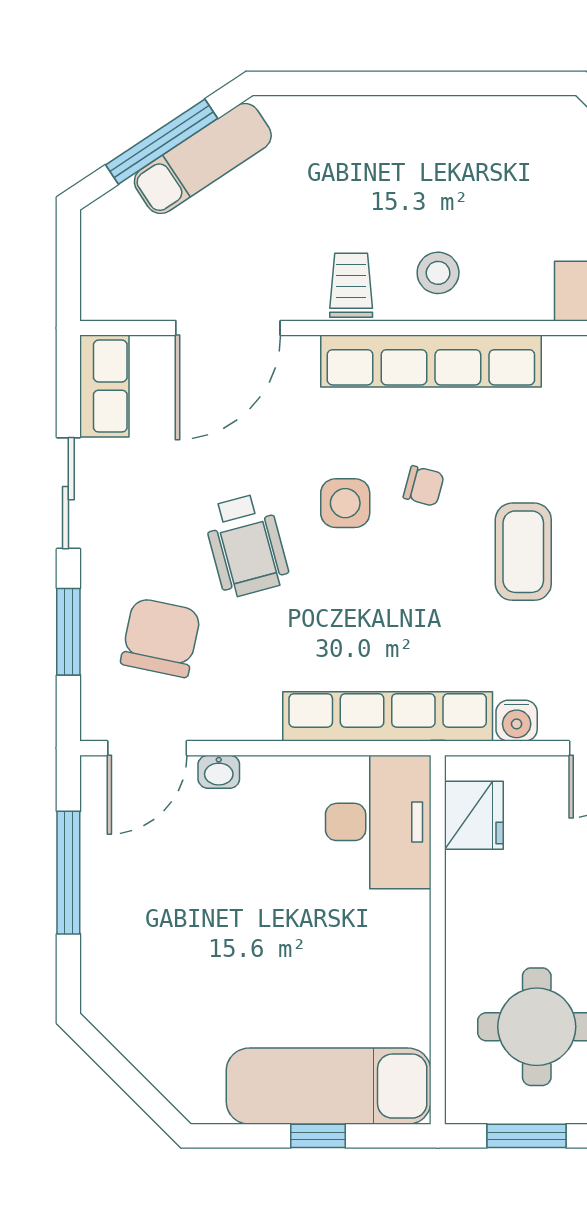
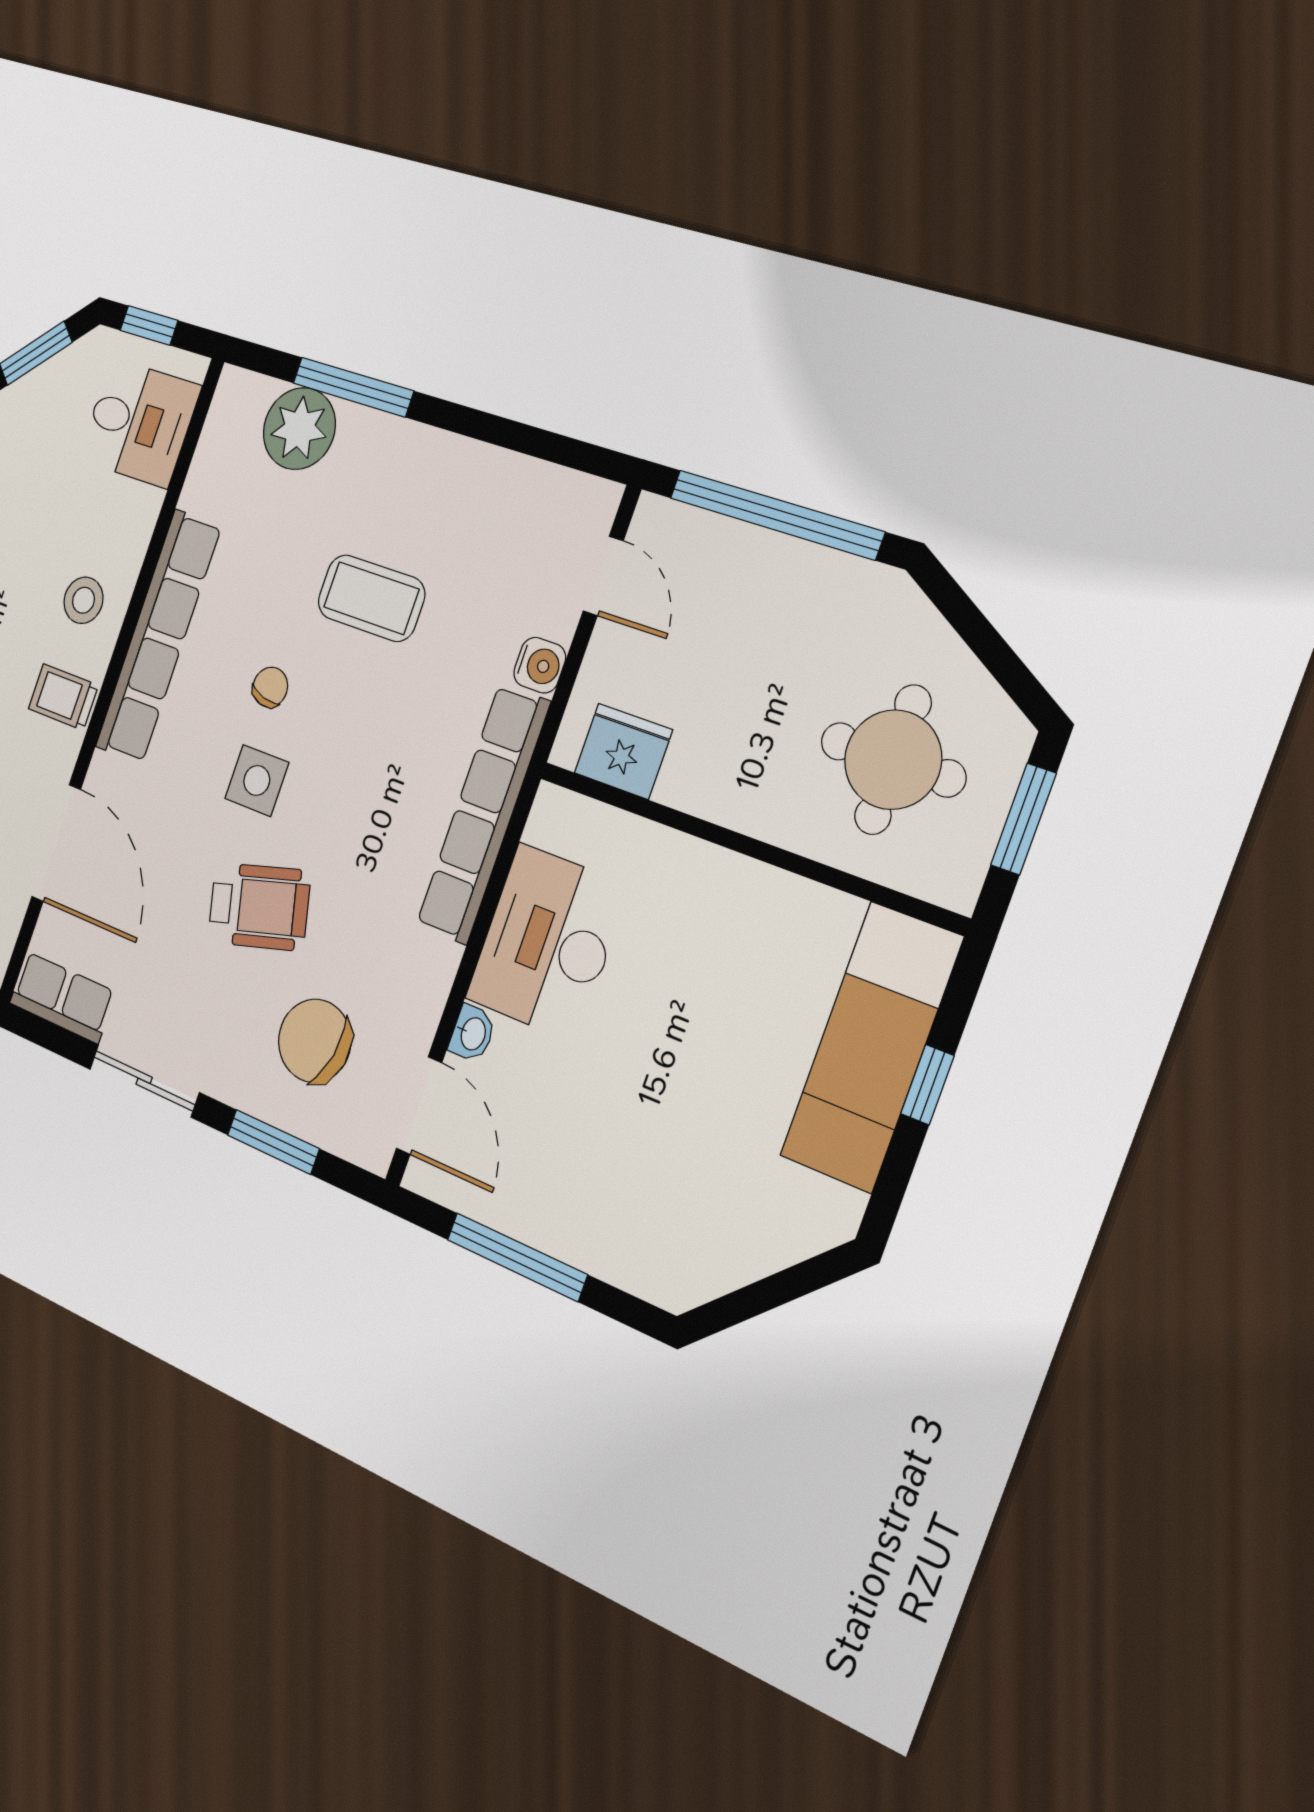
desk: (378, 822) -> (547, 942), moved, turned -90

